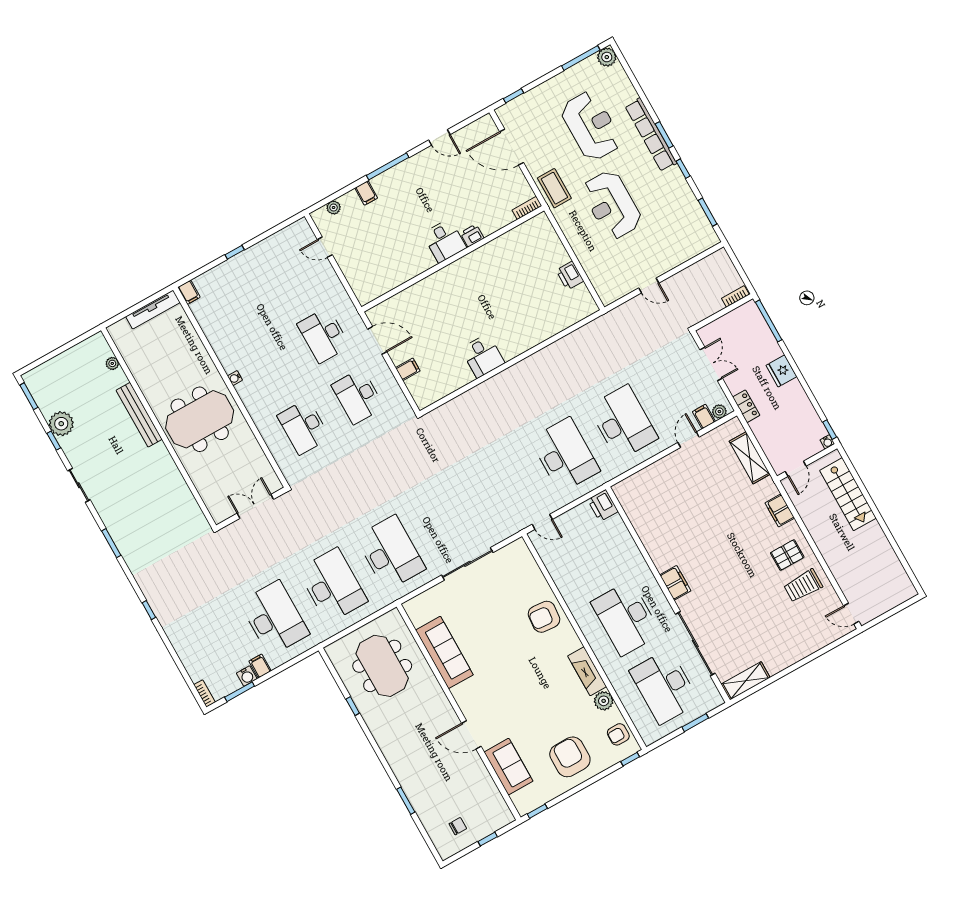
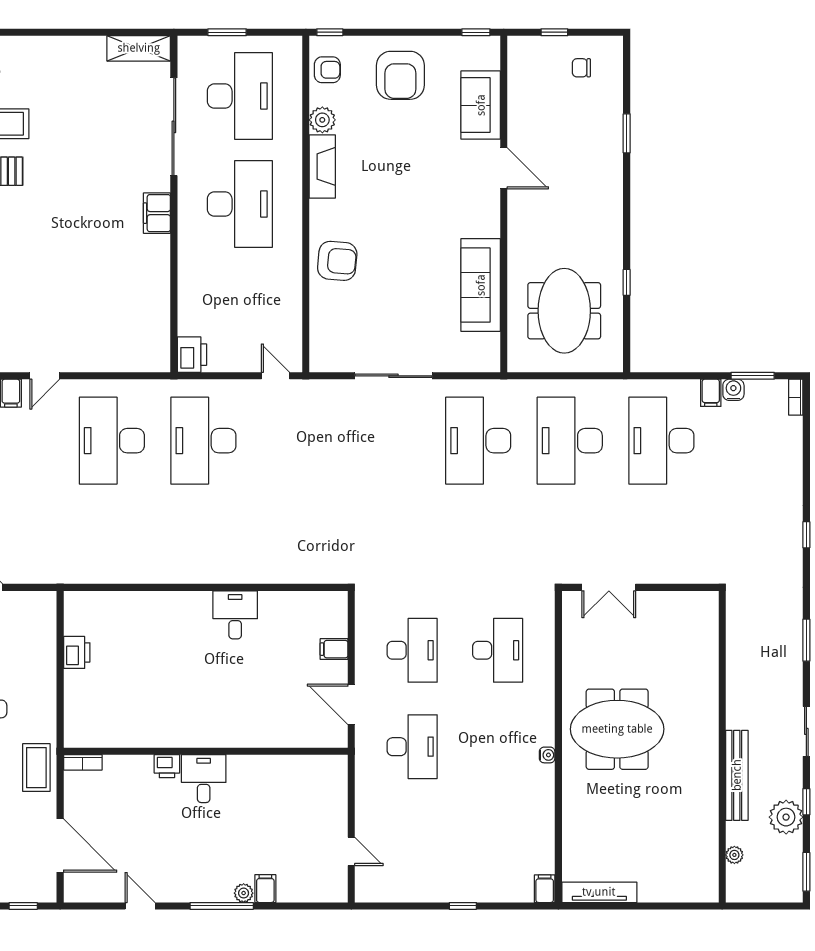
plant: (334, 207) -> (244, 893), moved
plant: (112, 363) -> (734, 855), moved
bench: (139, 415) -> (737, 775), moved
wall: (159, 428) -> (722, 747), moved

